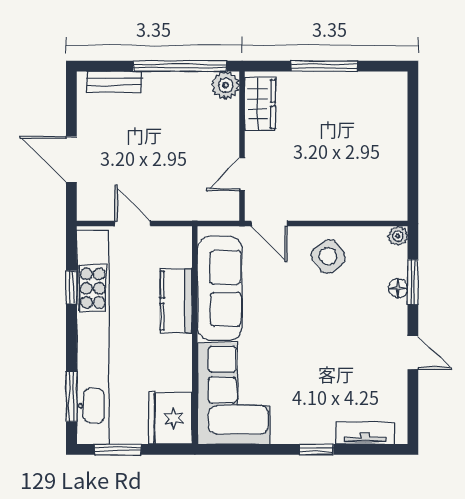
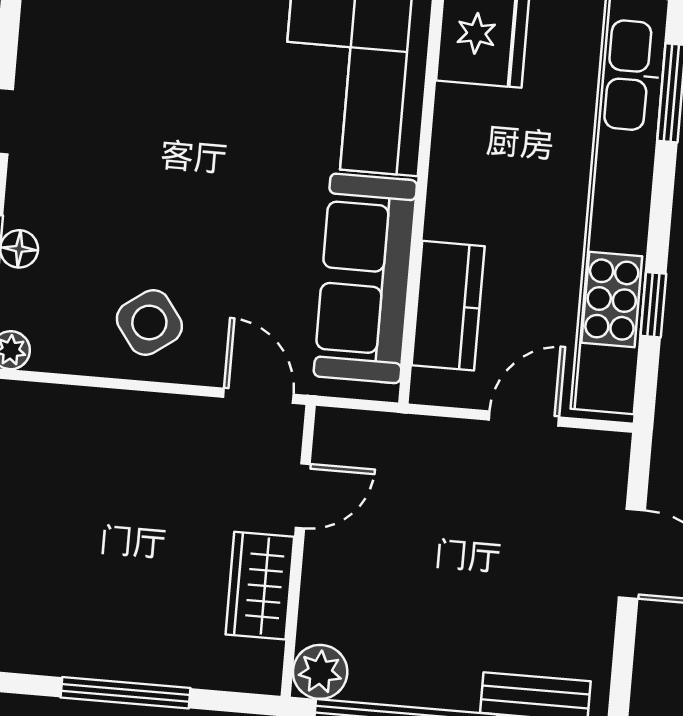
wardrobe: (260, 104) -> (260, 586), moved
door: (133, 224) -> (524, 419), swing flipped
kitchen counter: (176, 301) -> (448, 306), moved

